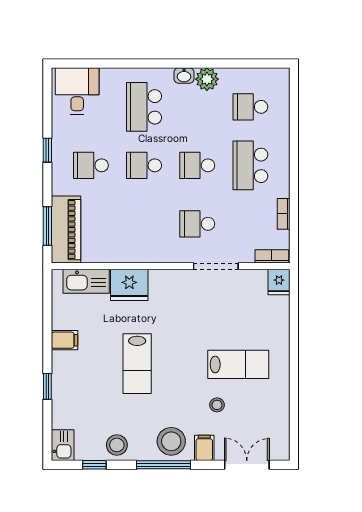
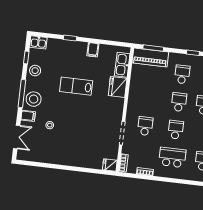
lab bench: (238, 364) -> (69, 139), removed

